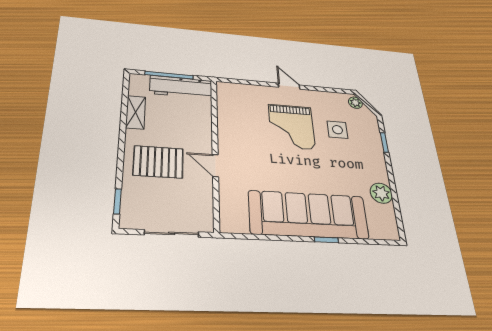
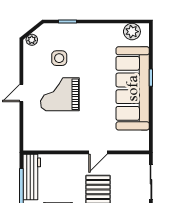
grand piano: (292, 127) -> (60, 94), turned 180
plant: (381, 193) -> (132, 32), moved

